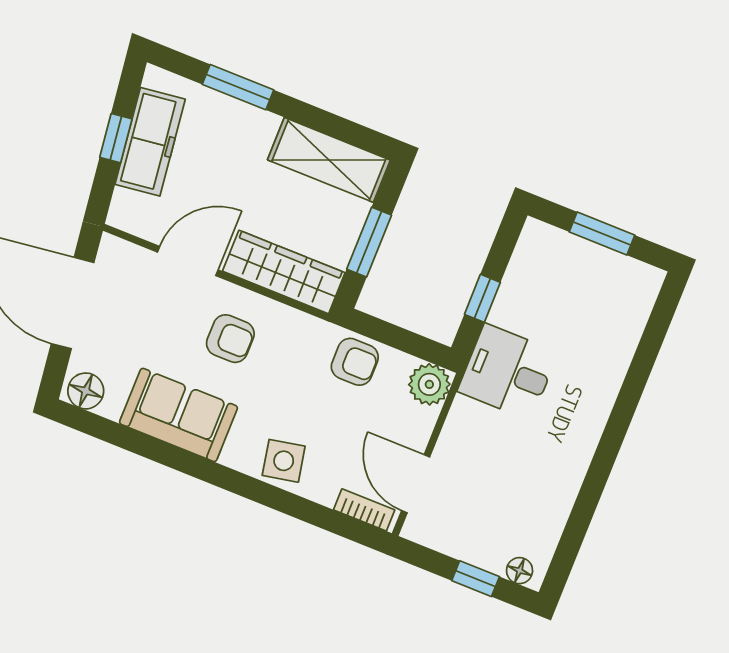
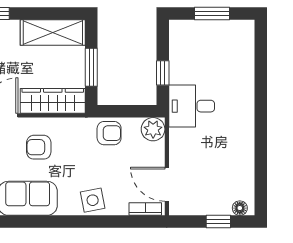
armchair: (230, 339) -> (39, 147), turned 180

